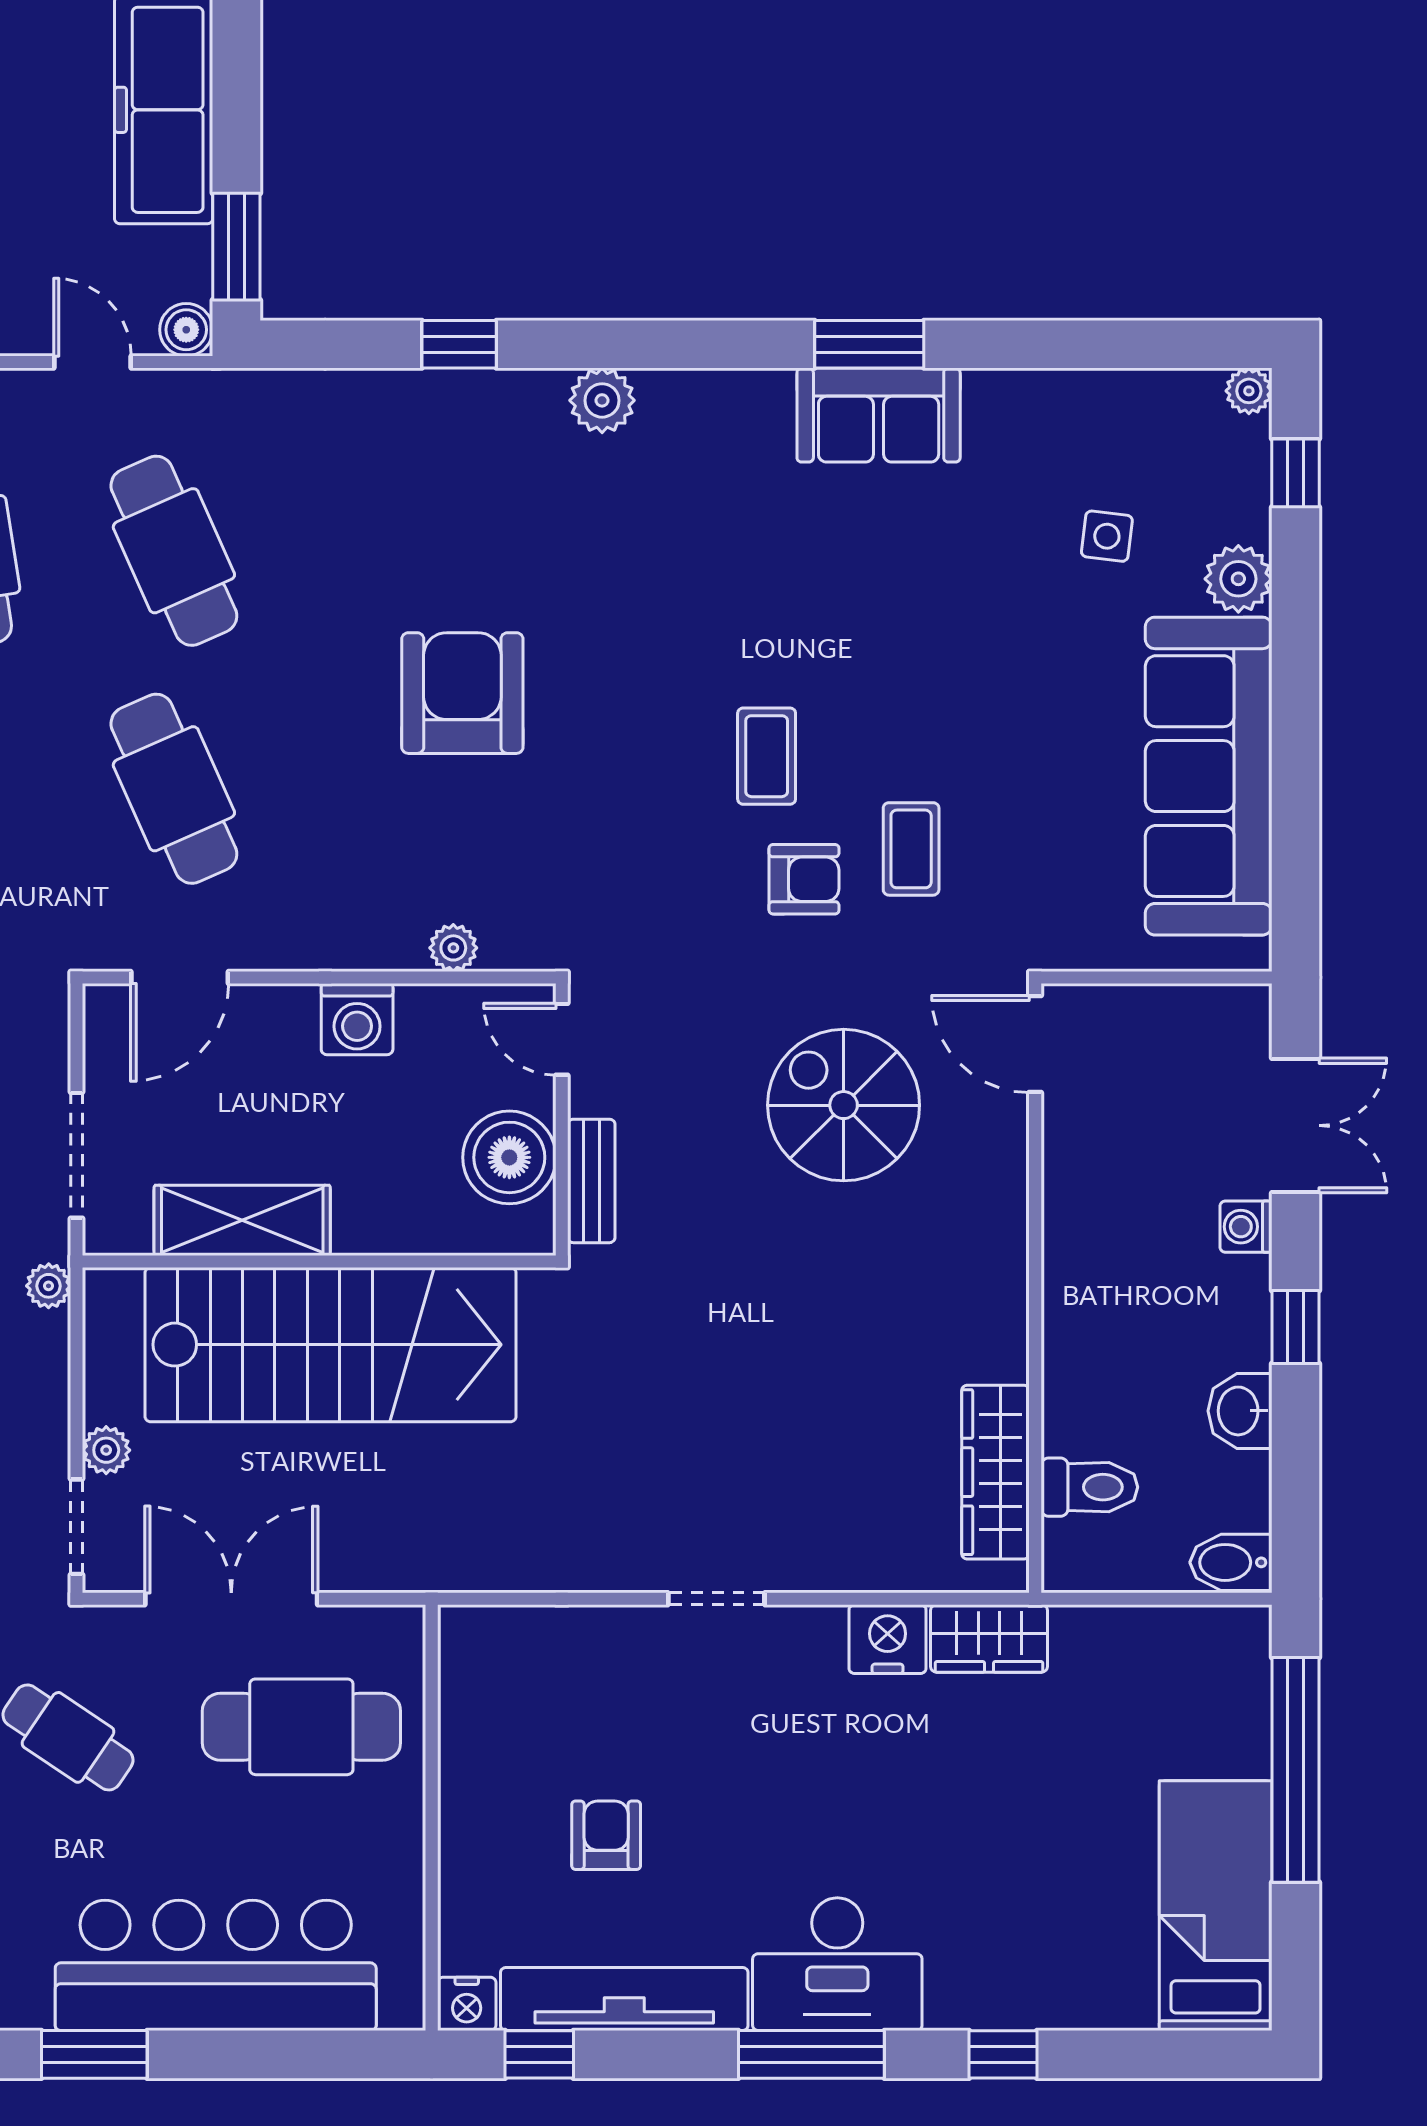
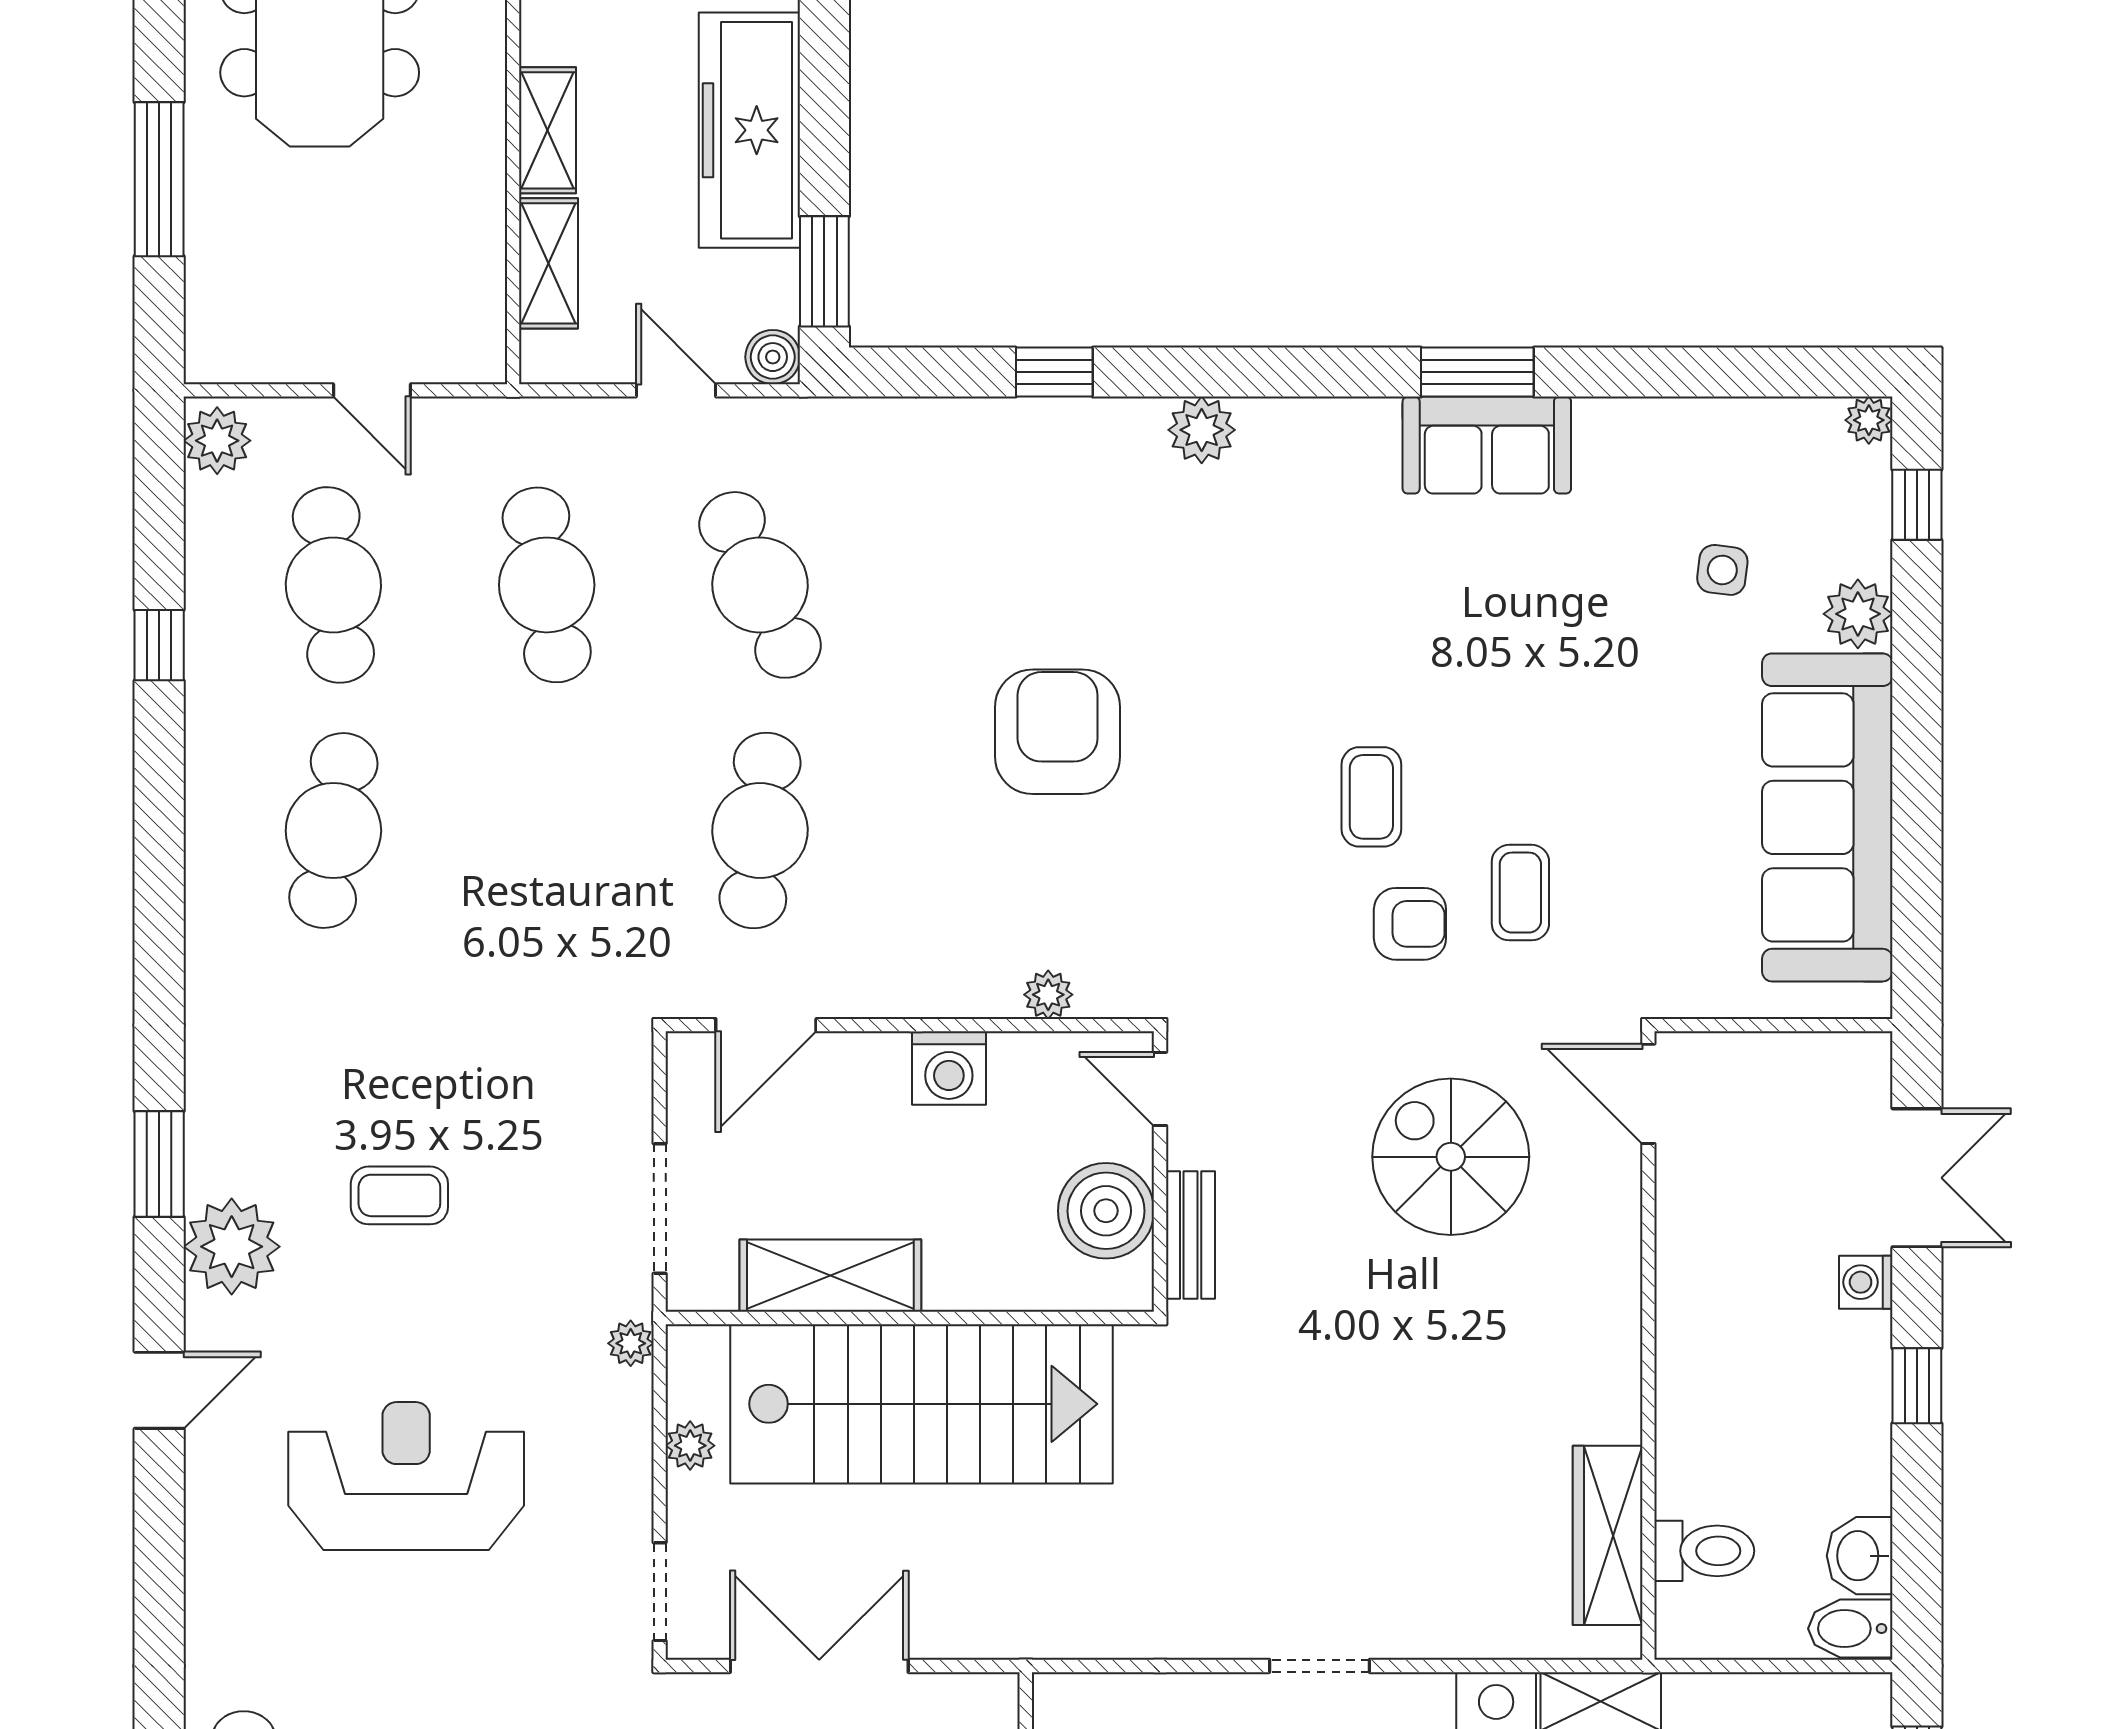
cafe table: (174, 789) -> (760, 831), turned 30
washbasin: (1240, 1411) -> (1860, 1556), moved
plant: (106, 1450) -> (690, 1446), moved

